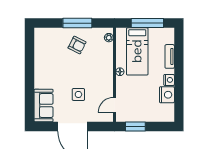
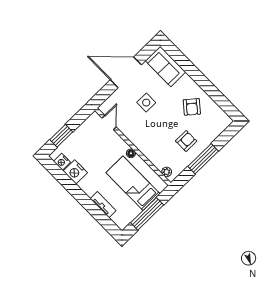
armchair: (77, 45) -> (186, 141), turned 153
armchair: (52, 63) -> (192, 107), added
nightstand: (169, 80) -> (62, 162), moved
window: (135, 126) -> (61, 136), moved

